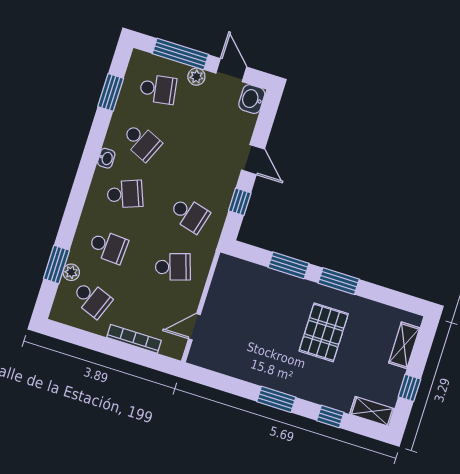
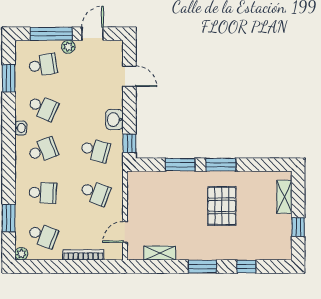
door: (231, 70) -> (92, 34), hinge flipped
washbasin: (252, 99) -> (114, 120), moved
door: (253, 160) -> (129, 76), moved
window: (240, 202) -> (129, 143), moved
school desk: (173, 267) -> (95, 193), turned 39
plant: (71, 272) -> (21, 254), moved
shelving: (372, 411) -> (160, 253), moved

